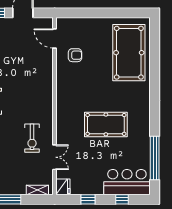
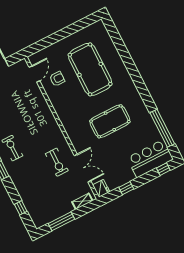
door: (55, 39) -> (34, 74), swing flipped
pool table: (129, 53) -> (90, 69), moved
double door: (55, 157) -> (82, 168), width x1.37
window: (122, 199) -> (163, 169), moved

